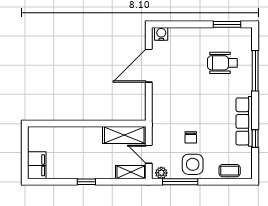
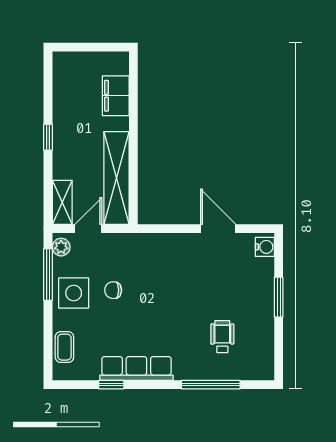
window: (227, 24) -> (279, 297), moved
wheelchair: (222, 63) -> (222, 337), width x0.73, depth x0.73
door: (149, 66) -> (218, 229), width x0.73
shelving: (124, 135) -> (116, 178), width x1.47
filing cabinet: (37, 165) -> (116, 96), moved, turned 90

